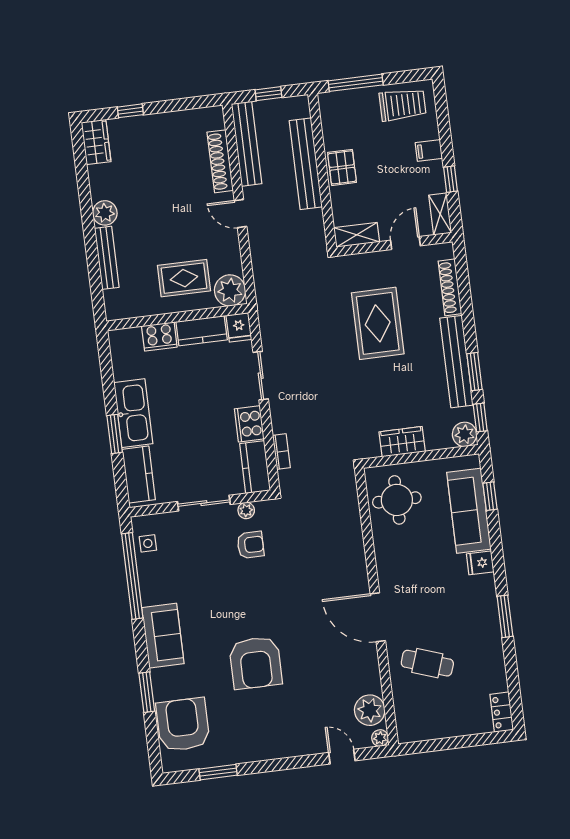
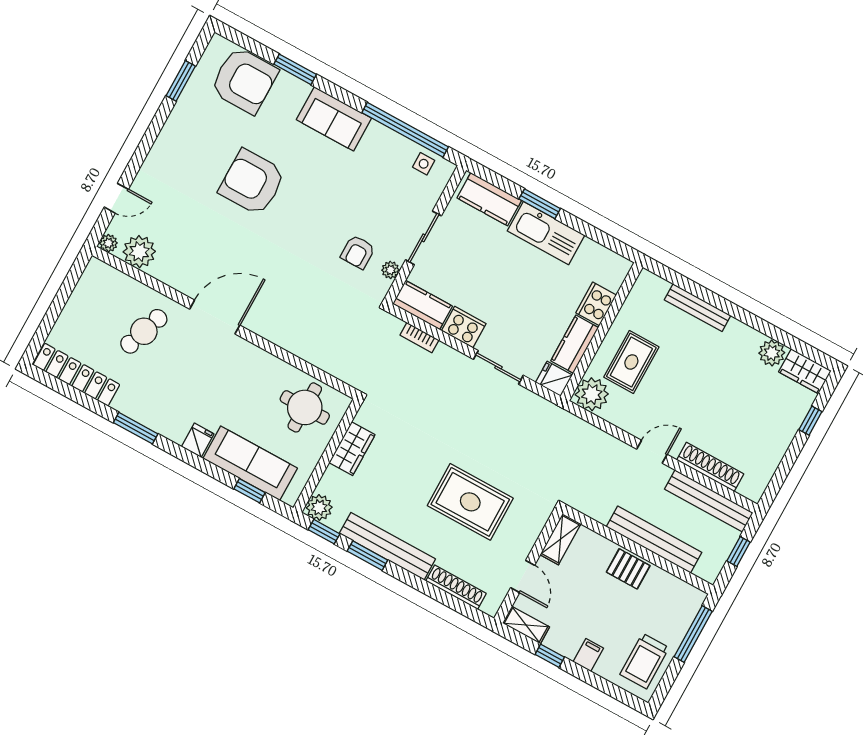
plant: (105, 213) -> (772, 353), moved
locker: (502, 712) -> (76, 375), width x2.16, depth x1.21

